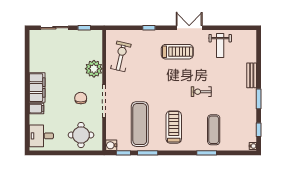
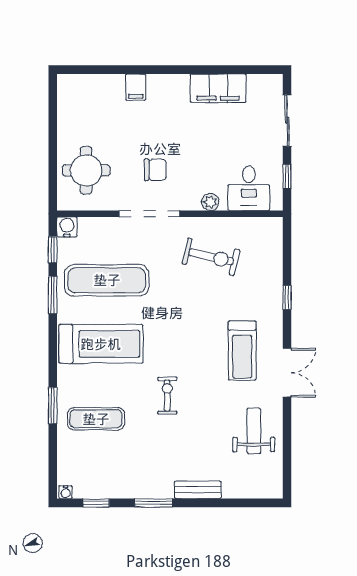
weight bench: (220, 45) -> (254, 431), turned 90
exercise bike: (121, 56) -> (211, 257), moved
plant: (94, 69) -> (210, 202), width x0.53, depth x0.53
filing cabinet: (37, 88) -> (218, 88), moved
treadmill: (174, 127) -> (101, 344), width x1.37, depth x1.38
desk: (41, 136) -> (249, 188), moved, turned 180

